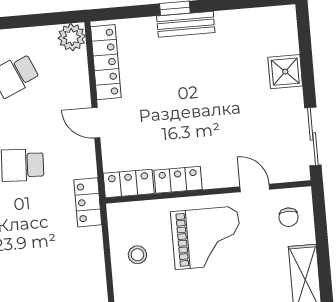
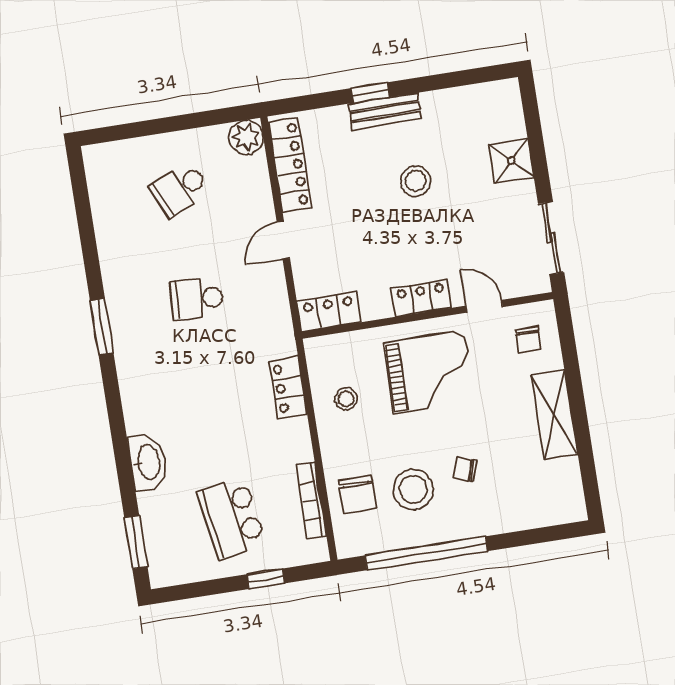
stool: (206, 82) -> (416, 181), added
door: (96, 123) -> (283, 240), hinge flipped
locker: (178, 180) -> (421, 298), moved
locker: (88, 202) -> (288, 388), moved

